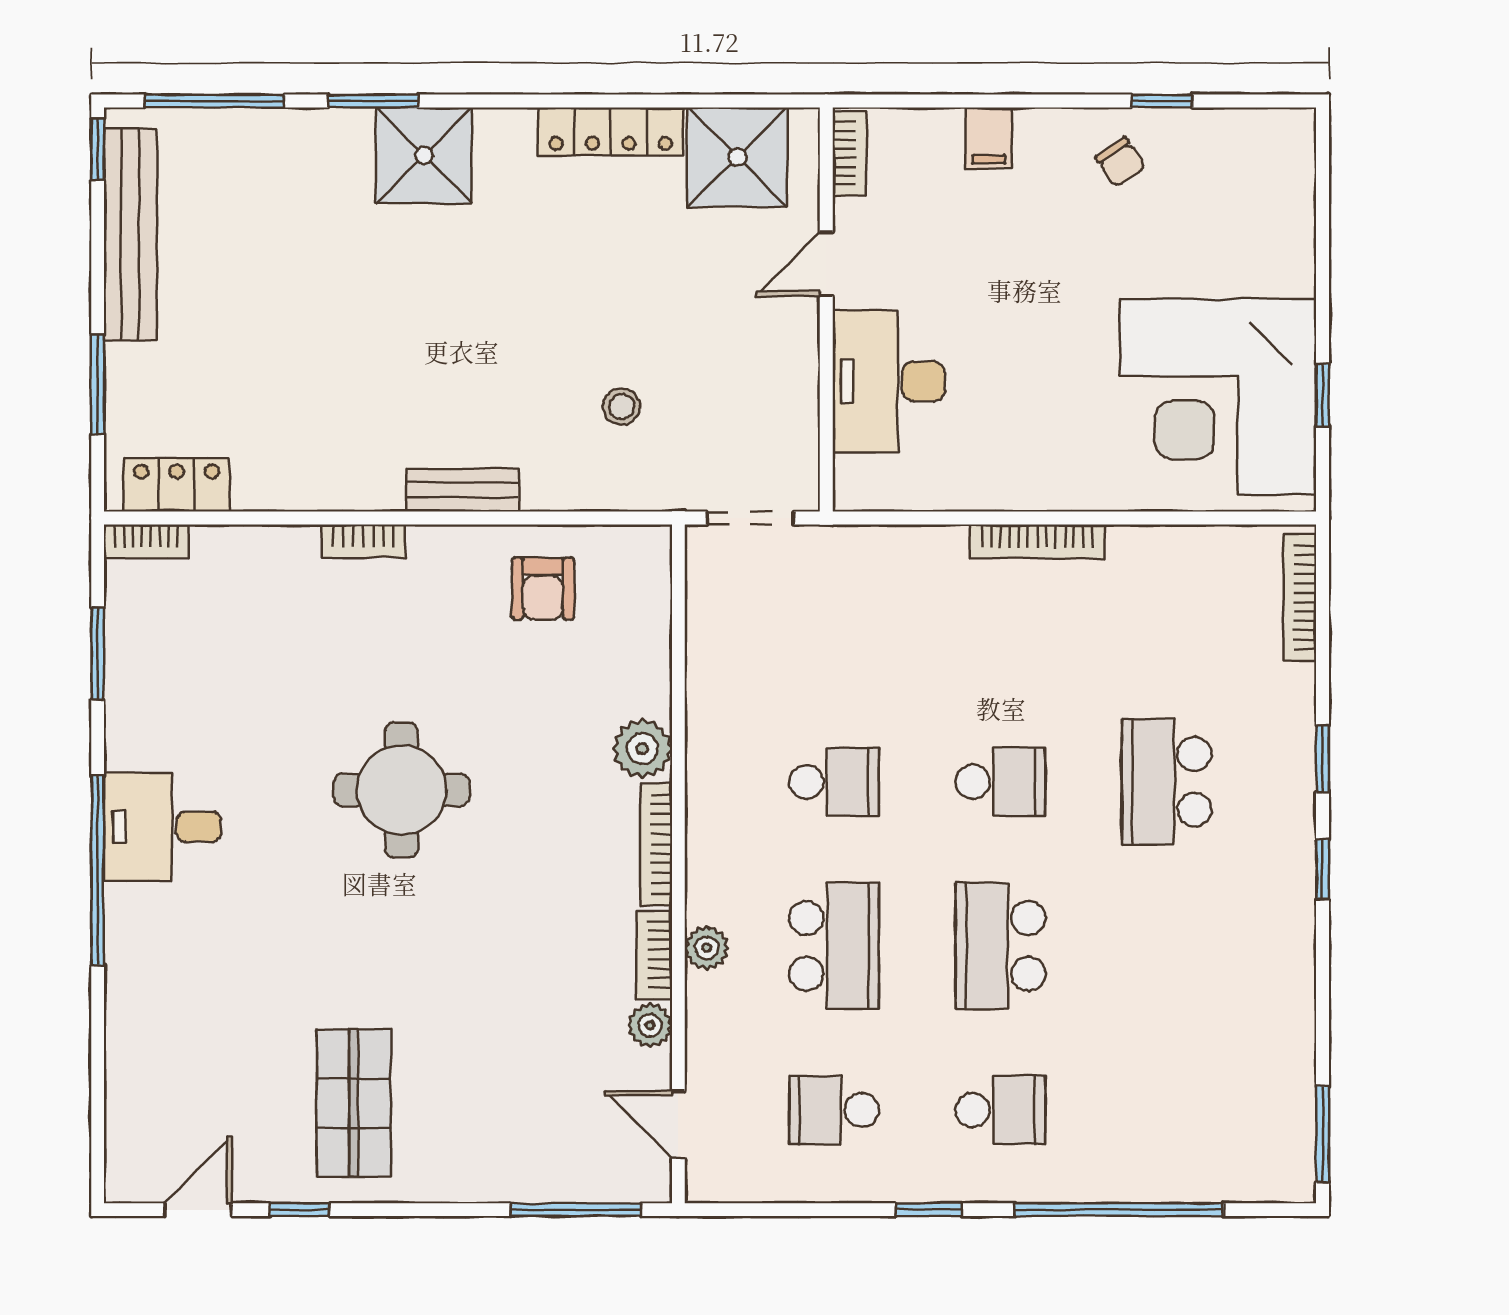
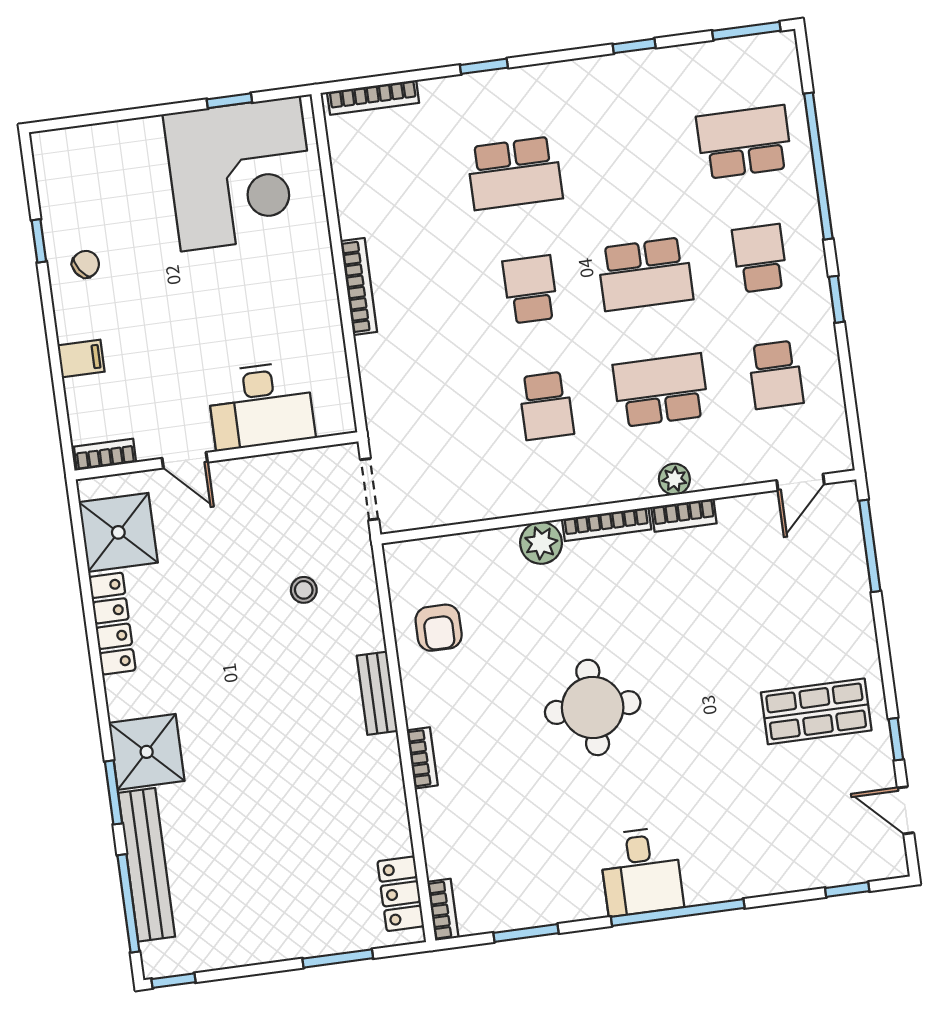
bench: (130, 234) -> (147, 865), moved, turned 90
armchair: (543, 589) -> (439, 628), turned 90
school desk: (834, 782) -> (546, 406), turned 180
window: (1323, 869) -> (634, 46), moved
plant: (650, 1025) -> (734, 511), removed
school desk: (1167, 1110) -> (744, 142), added
window: (98, 1113) -> (847, 890), added

